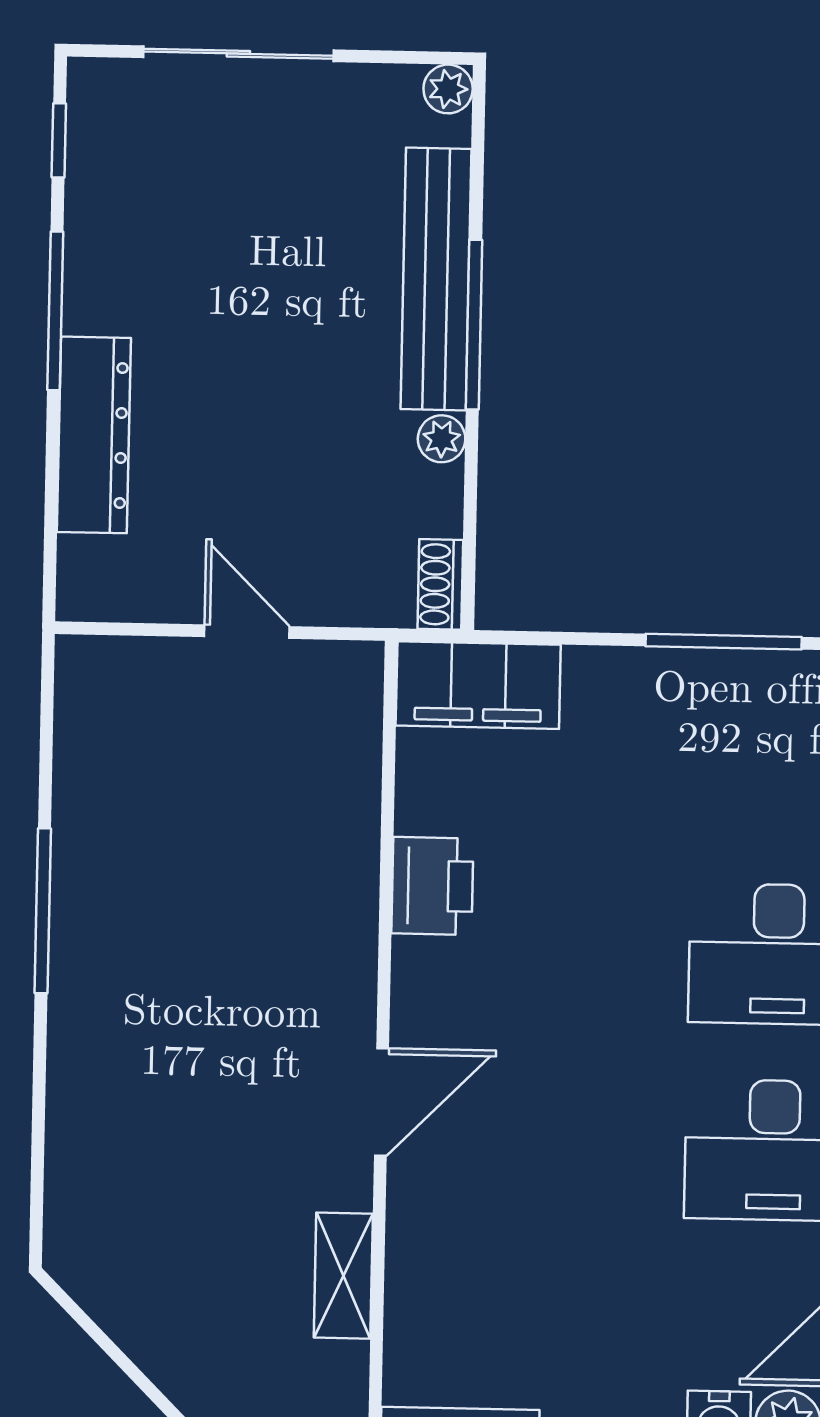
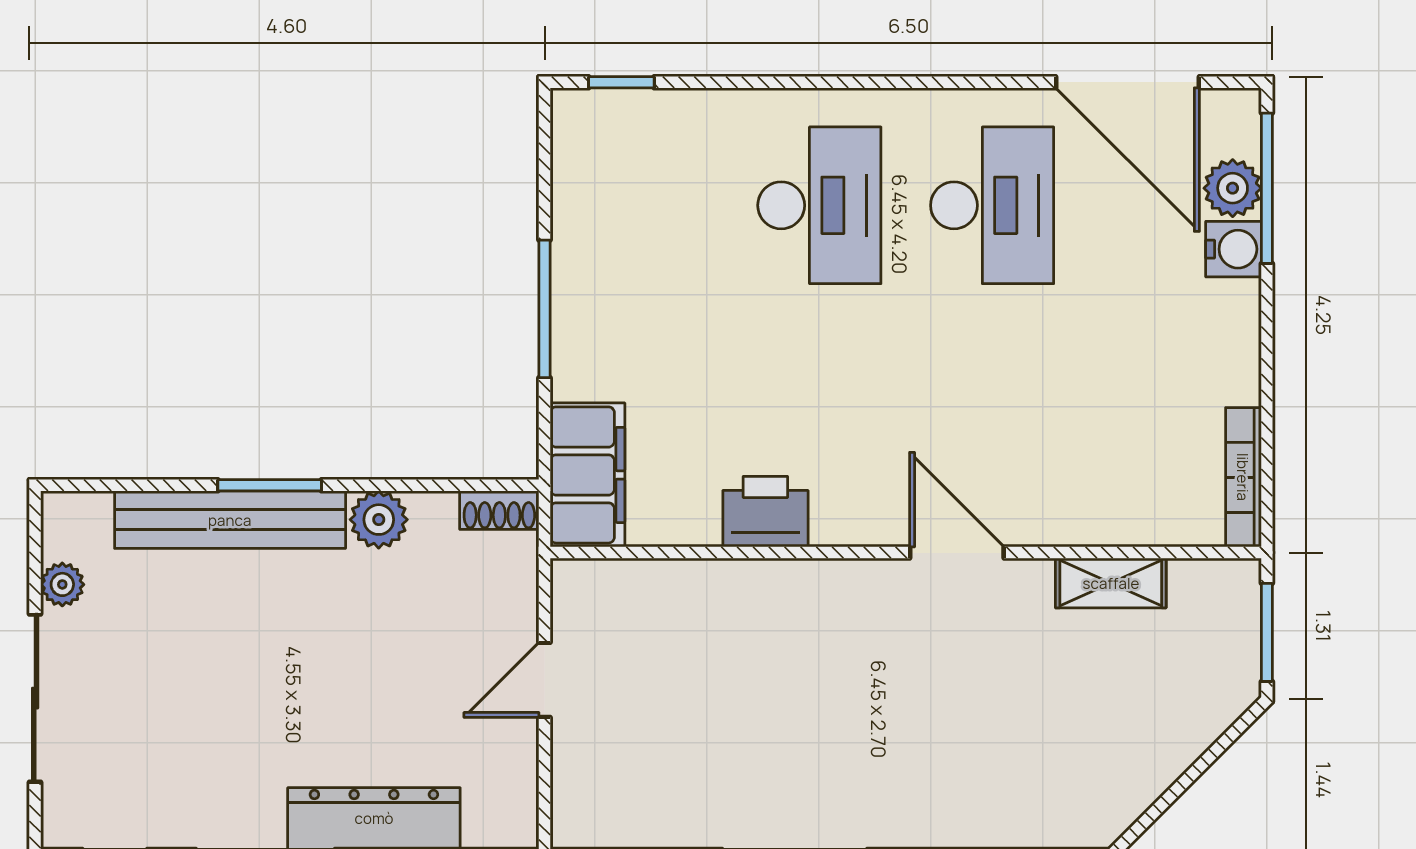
plant: (448, 89) -> (62, 584), moved
window: (474, 325) -> (270, 485), width x0.69
plant: (442, 439) -> (379, 520), width x1.38, depth x1.38
window: (724, 642) -> (545, 309), moved

